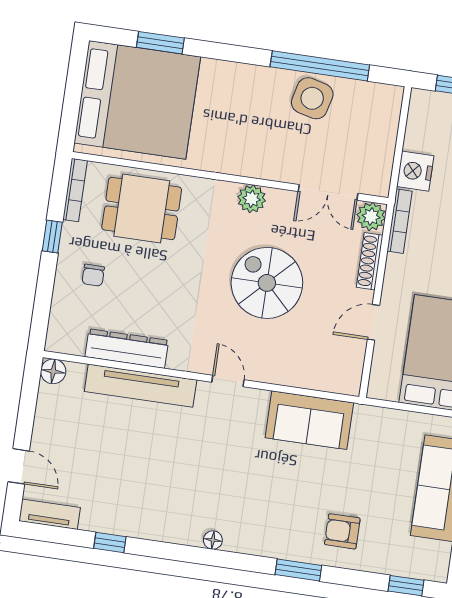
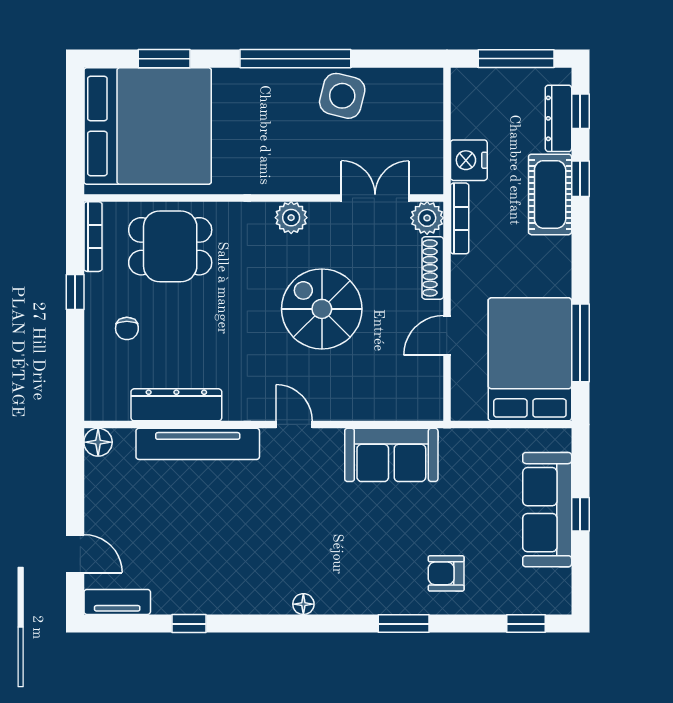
window: (320, 66) -> (295, 59), moved
double door: (328, 192) -> (375, 198), swing flipped

